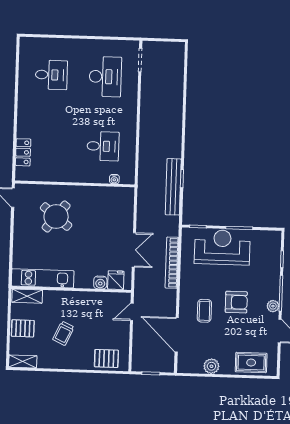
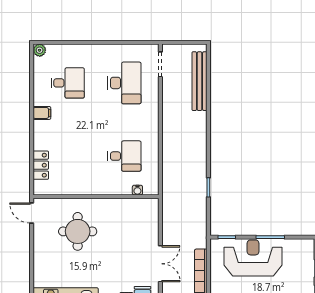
plant: (26, 43) -> (40, 50), added
filing cabinet: (26, 103) -> (42, 113), added
bench: (173, 187) -> (200, 81), moved
round table: (56, 217) -> (78, 231), turned -38

